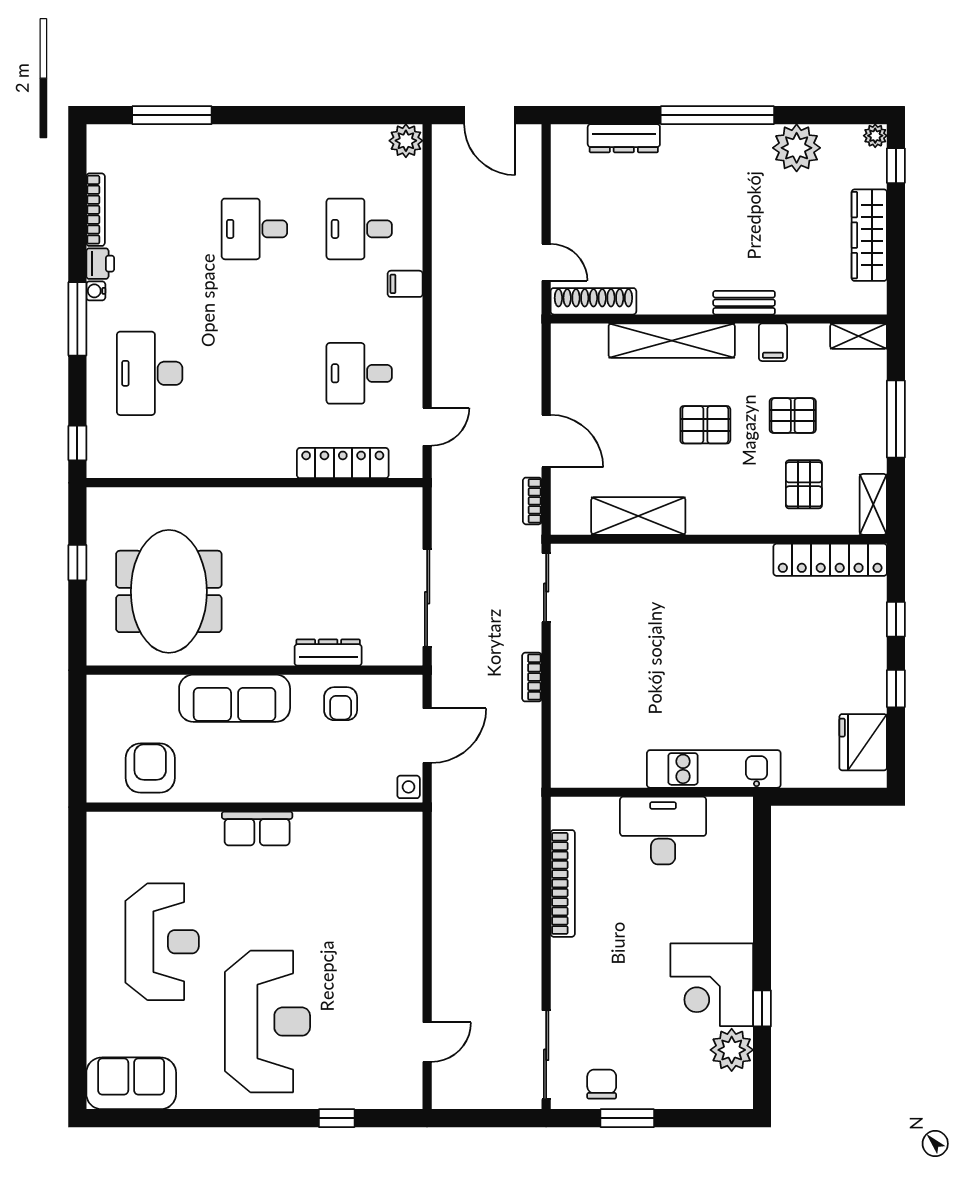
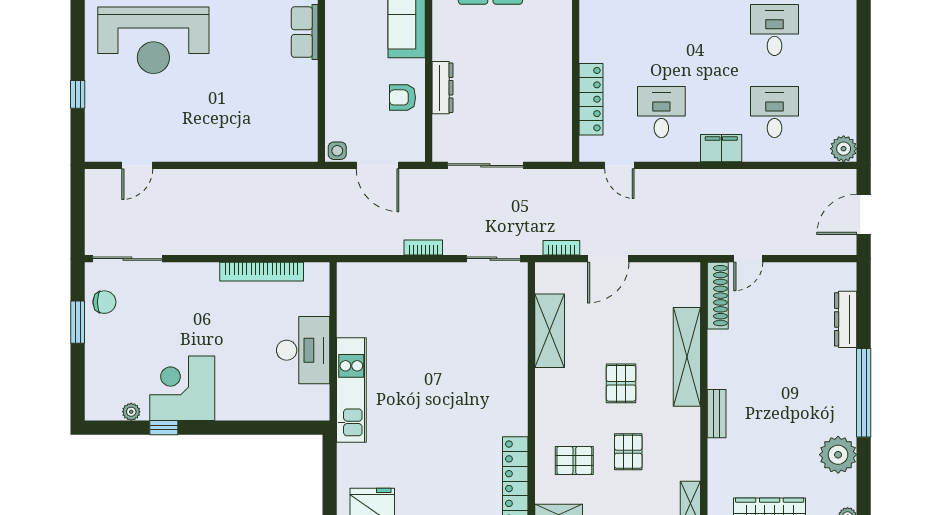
filing cabinet: (405, 284) -> (721, 148), width x2.00
filing cabinet: (773, 342) -> (686, 436), removed
door: (427, 1042) -> (137, 165), hinge flipped
plant: (732, 1050) -> (131, 412), width x0.53, depth x0.53

